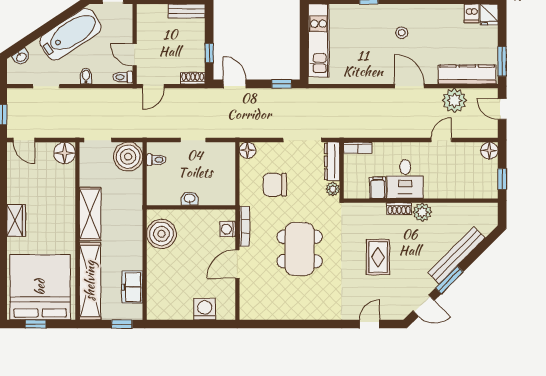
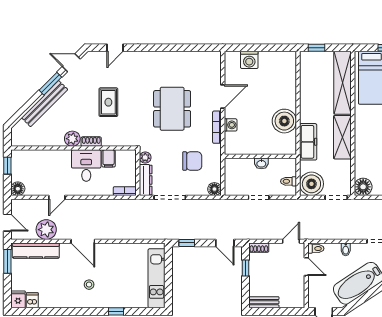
washbasin: (190, 199) -> (261, 163), moved
wall: (191, 207) -> (260, 156), moved
freezer: (132, 287) -> (308, 142), moved, width x1.40

